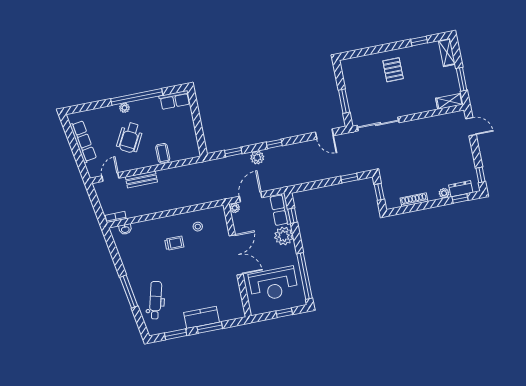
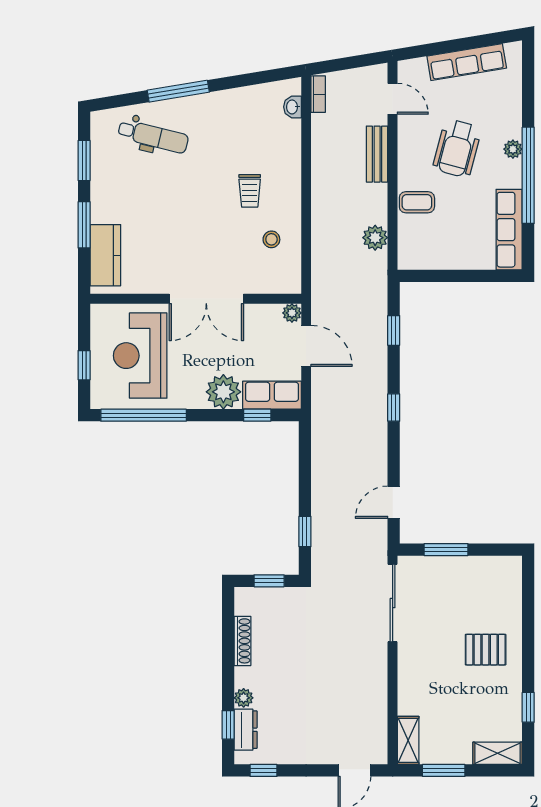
row of seats: (175, 100) -> (509, 230), width x1.48
wheelchair: (130, 138) -> (457, 148), turned -103
plant: (257, 158) -> (375, 238), moved
kitchen counter: (202, 317) -> (105, 255), moved

